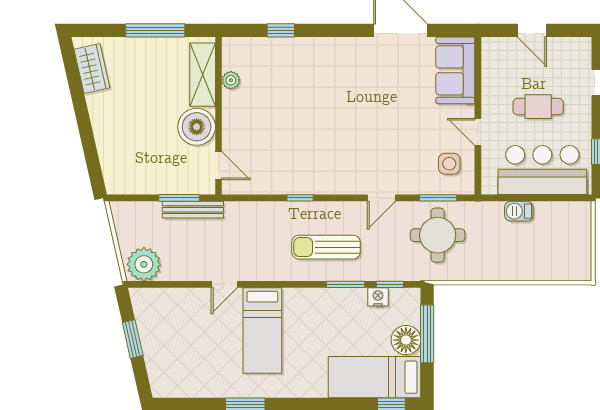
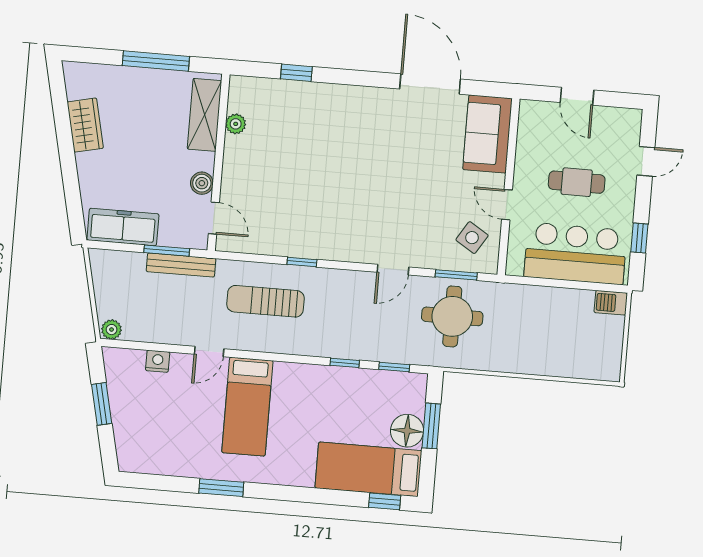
wardrobe: (92, 69) -> (85, 125), moved
boiler: (197, 127) -> (202, 183), width x0.54, depth x0.54
side table: (449, 164) -> (472, 238), turned 32
freezer: (138, 180) -> (123, 227), added
barbecue: (519, 211) -> (611, 303), moved
sun lounger: (326, 247) -> (265, 301), moved
plant: (144, 264) -> (112, 330), width x0.53, depth x0.53
window: (346, 284) -> (345, 363), width x0.67
nightstand: (378, 297) -> (158, 361), moved
window: (427, 334) -> (431, 426), width x0.69

